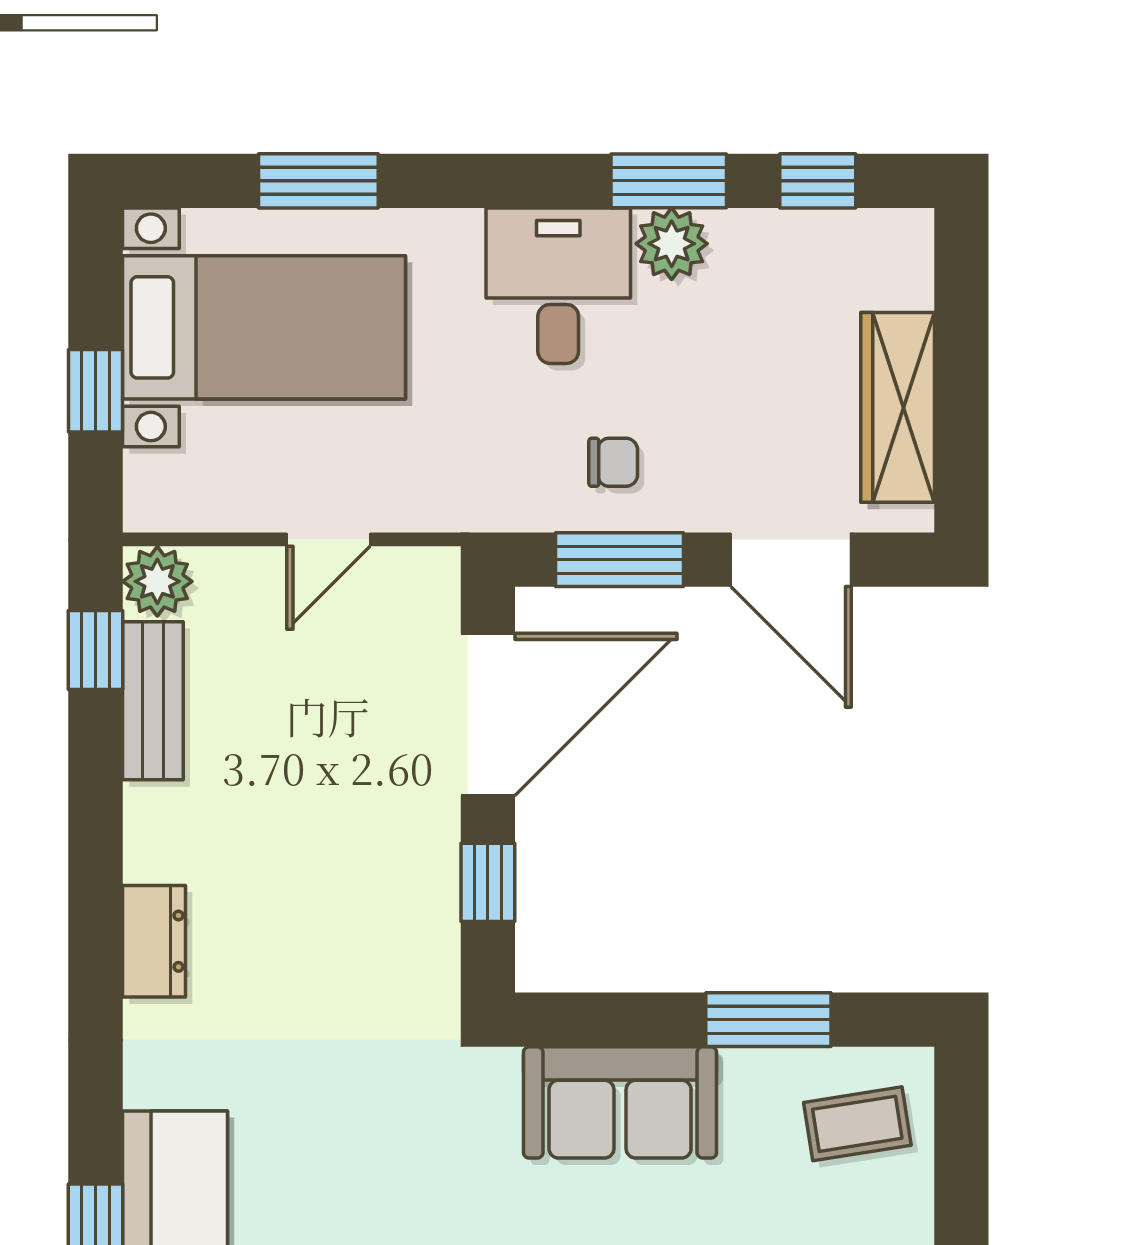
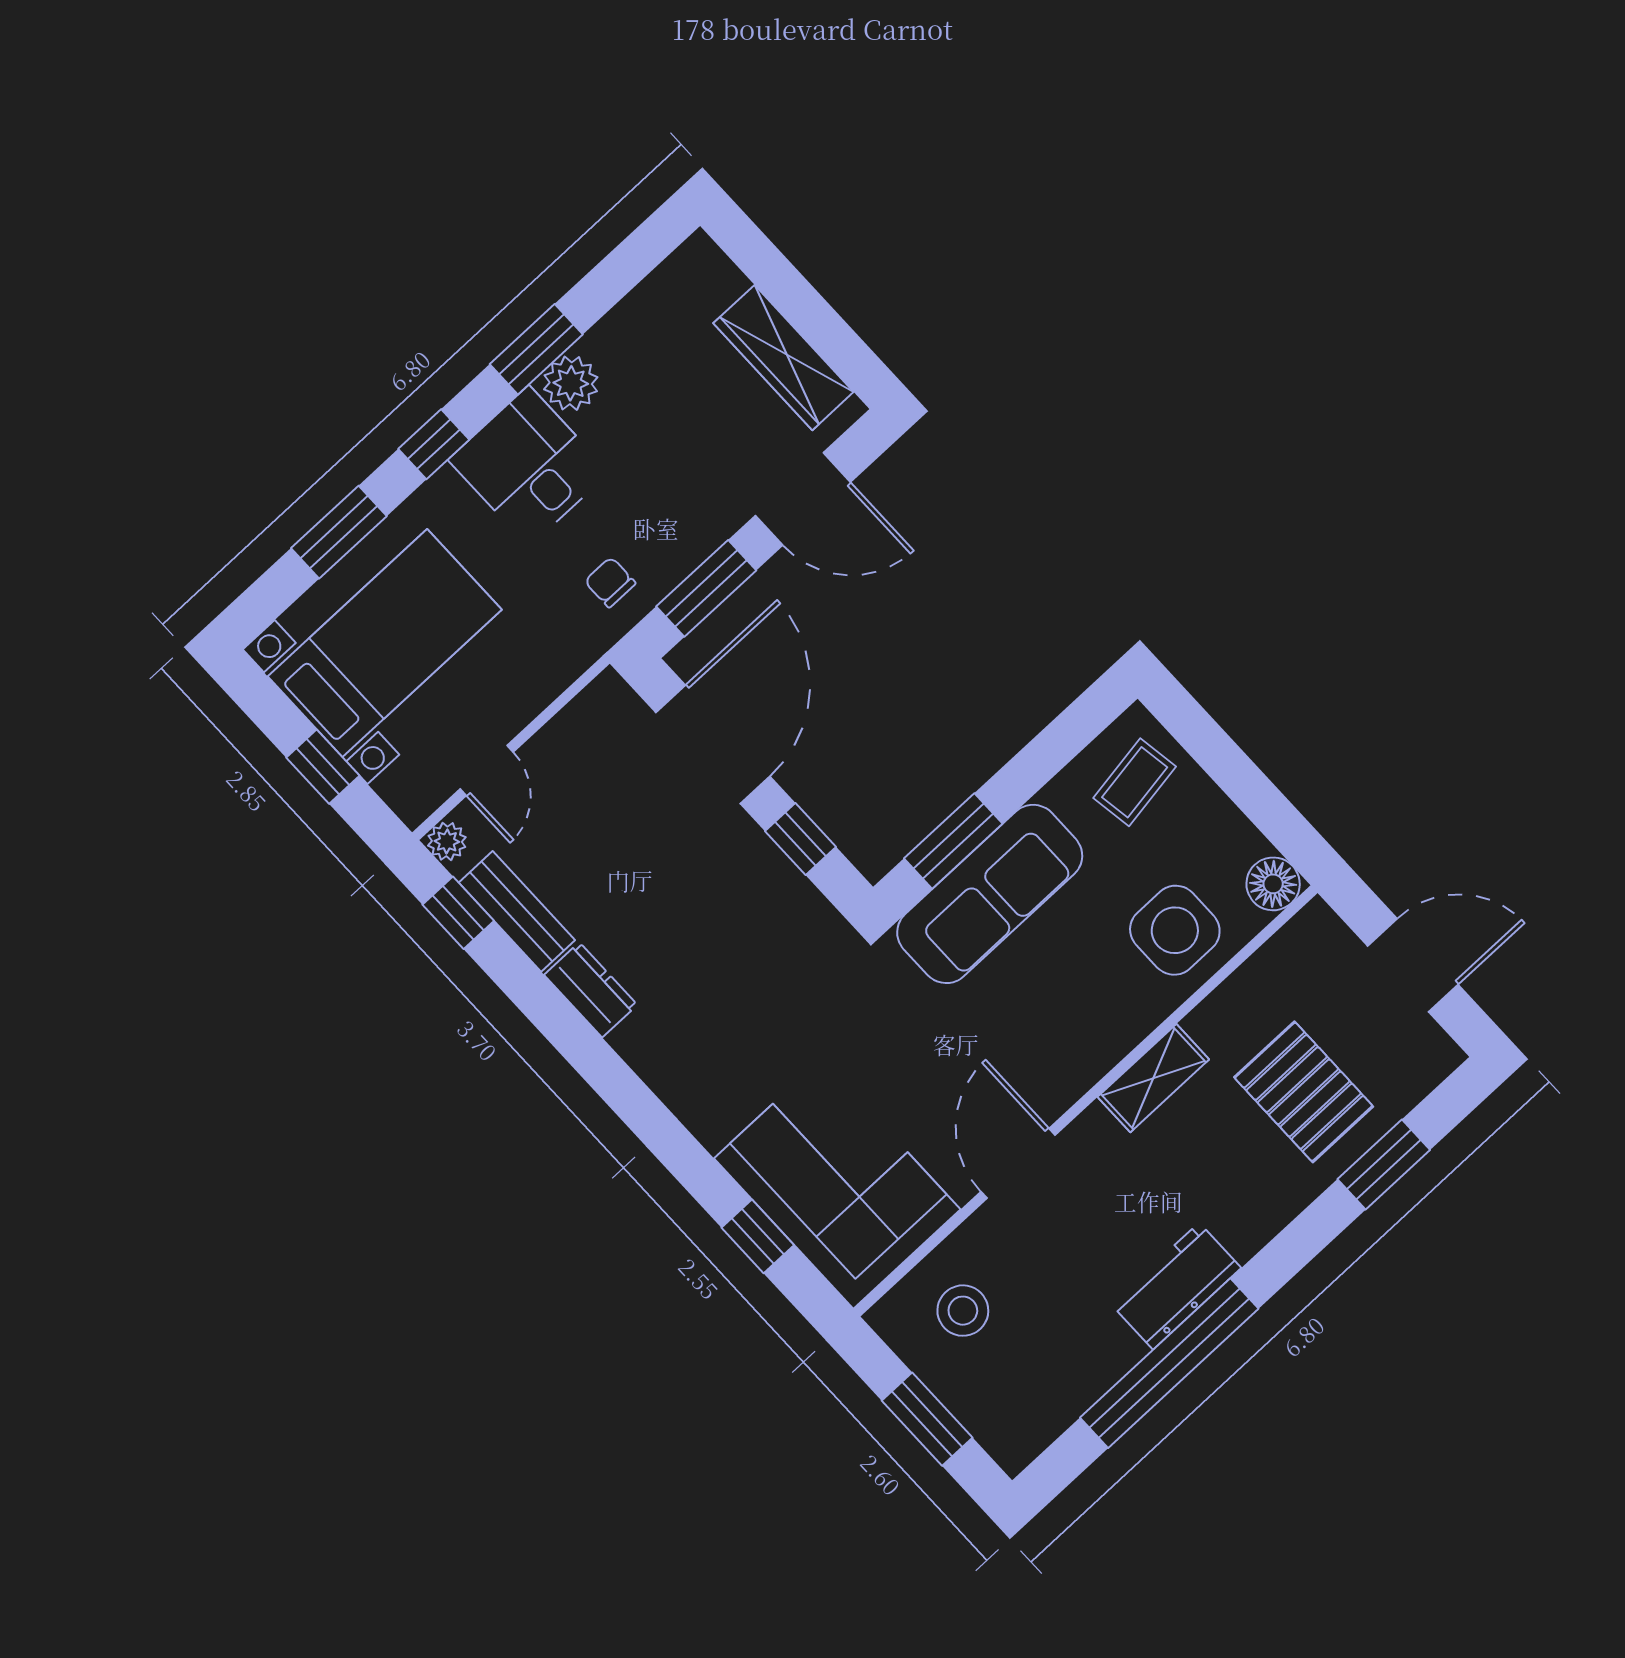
window: (818, 181) -> (434, 444), moved
chair: (613, 462) -> (610, 582), moved, turned -90
door: (328, 539) -> (487, 770), moved
plant: (157, 581) -> (447, 841), width x0.73, depth x0.73
dresser: (154, 941) -> (591, 990), moved
window: (768, 1020) -> (953, 841), moved
sofa: (620, 1102) -> (990, 894), width x1.36

